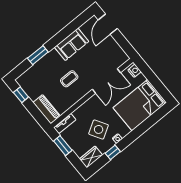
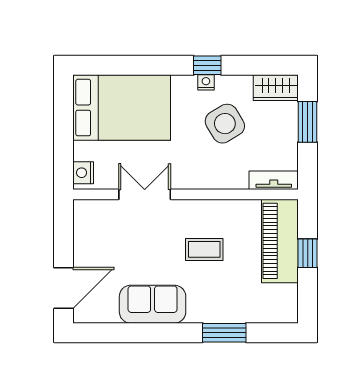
double door: (106, 81) -> (145, 194), width x0.73
window: (21, 95) -> (308, 253), moved
piano: (47, 109) -> (280, 241), width x1.37, depth x1.33
window: (63, 146) -> (308, 122), moved
window: (113, 152) -> (207, 65), moved

